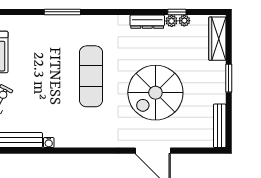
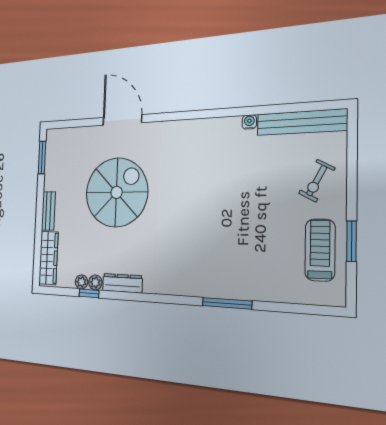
exercise mat: (91, 76) -> (192, 213), removed
window: (229, 78) -> (42, 158), moved
bench: (220, 126) -> (48, 211), moved, width x0.73

